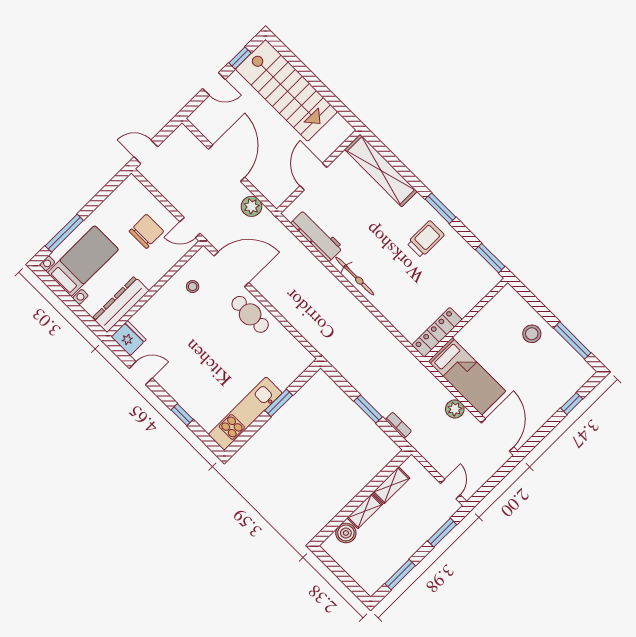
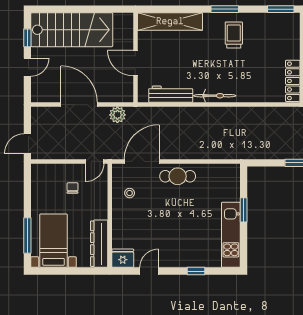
chair: (146, 231) -> (72, 188), width x0.54, depth x0.54

